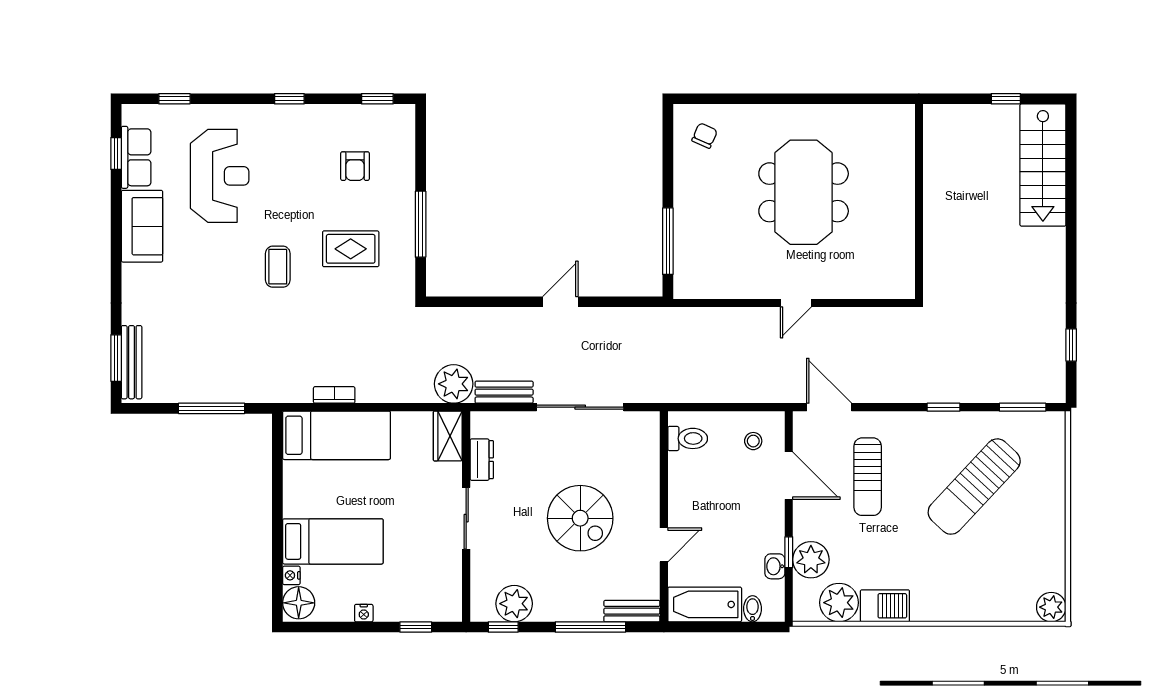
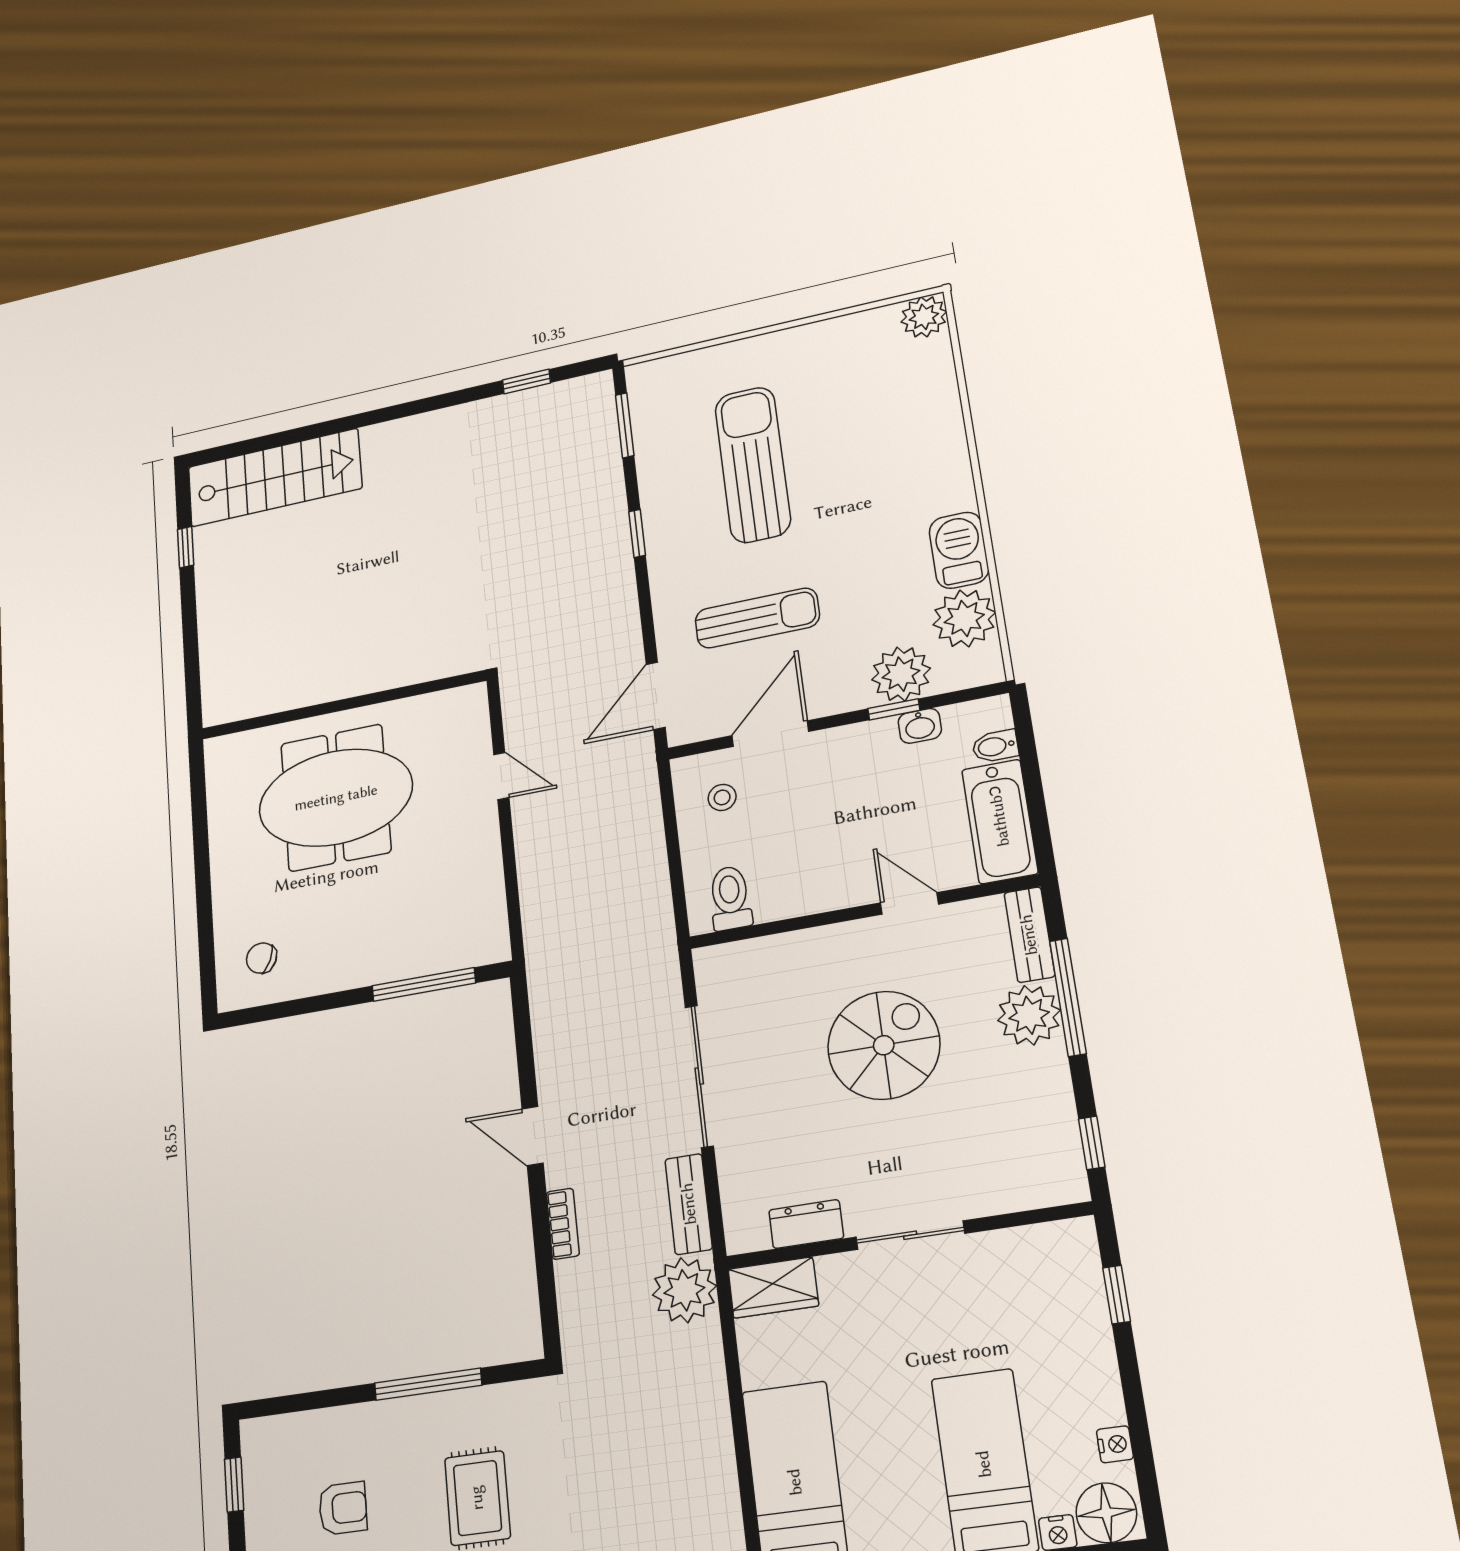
wall: (919, 202) -> (343, 705), moved
bookcase: (334, 395) -> (563, 1224), moved, turned 180
sun lounger: (974, 487) -> (753, 464), turned -133
plant: (514, 604) -> (1029, 1015), moved
nightstand: (364, 613) -> (1115, 1444), moved

